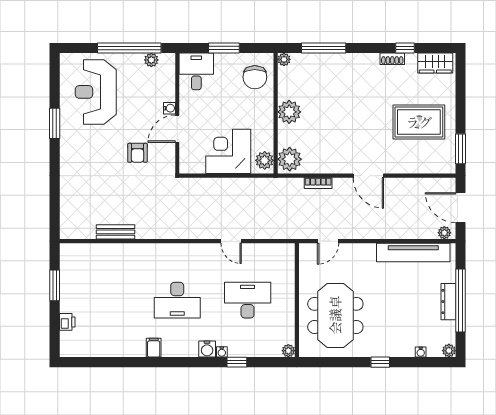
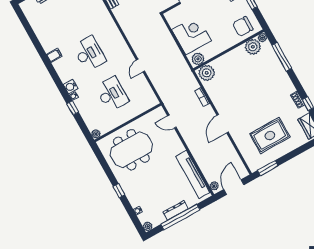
plant: (289, 112) -> (253, 47), moved
rug: (419, 122) -> (270, 135), turned 90
desk: (177, 300) -> (89, 54), turned 180

